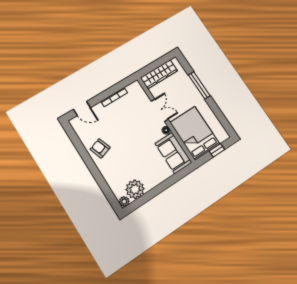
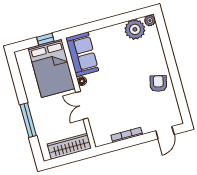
door: (82, 108) -> (165, 133), swing flipped
armchair: (100, 148) -> (158, 84), turned -147
window: (217, 150) -> (45, 39), moved

